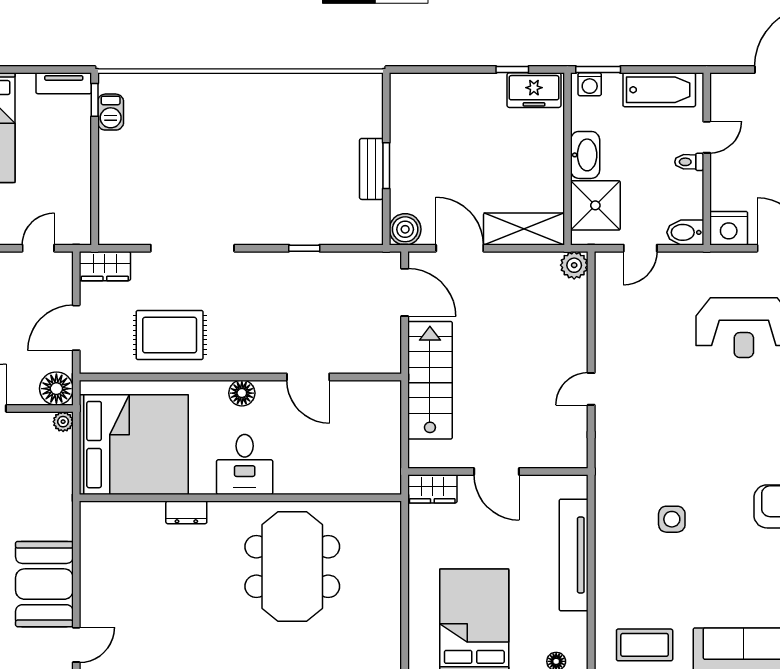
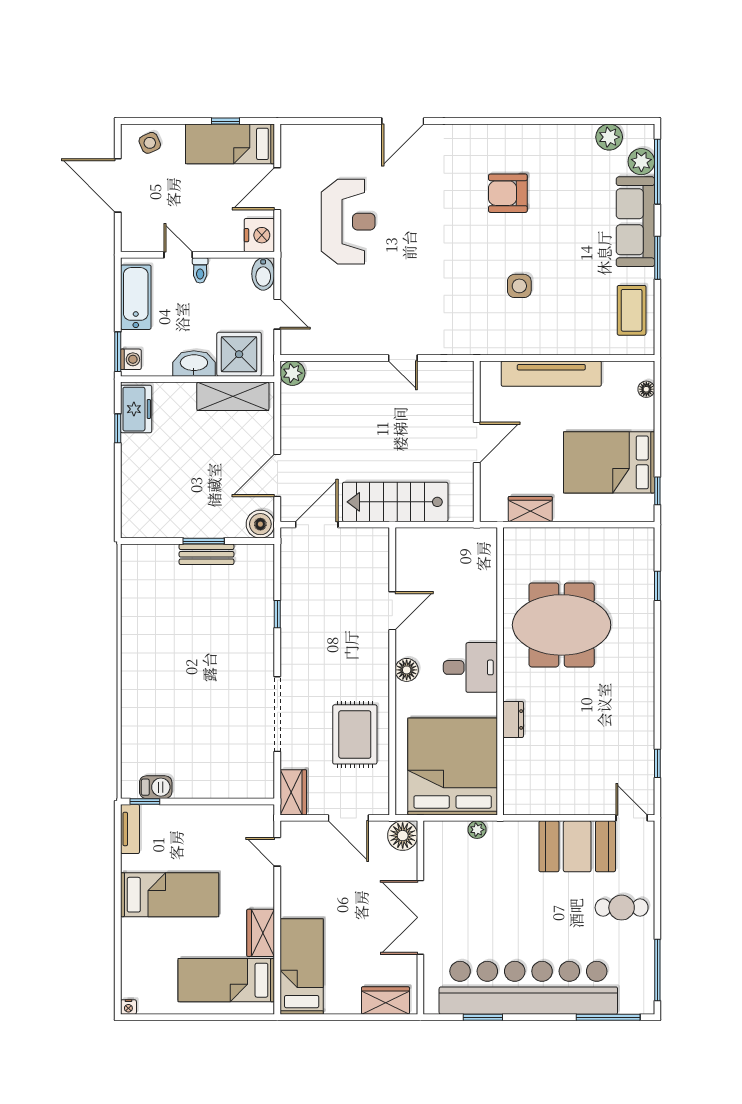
shelving: (524, 229) -> (233, 396), moved, turned 90
plant: (63, 422) -> (477, 830), moved
wardrobe: (432, 489) -> (530, 509), moved, turned -90

